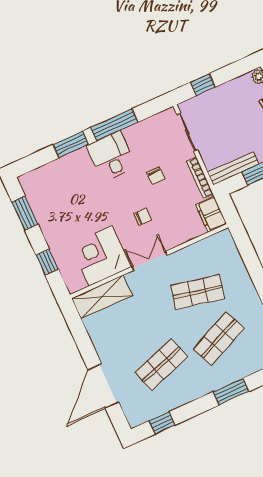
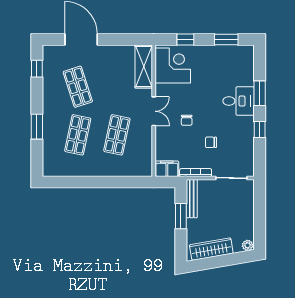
window: (203, 85) -> (260, 204), removed
window: (114, 125) -> (260, 130), width x0.46
desk: (111, 156) -> (239, 101), moved
corner desk: (101, 256) -> (173, 66), moved
shop shelf: (219, 339) -> (78, 135), turned 36

